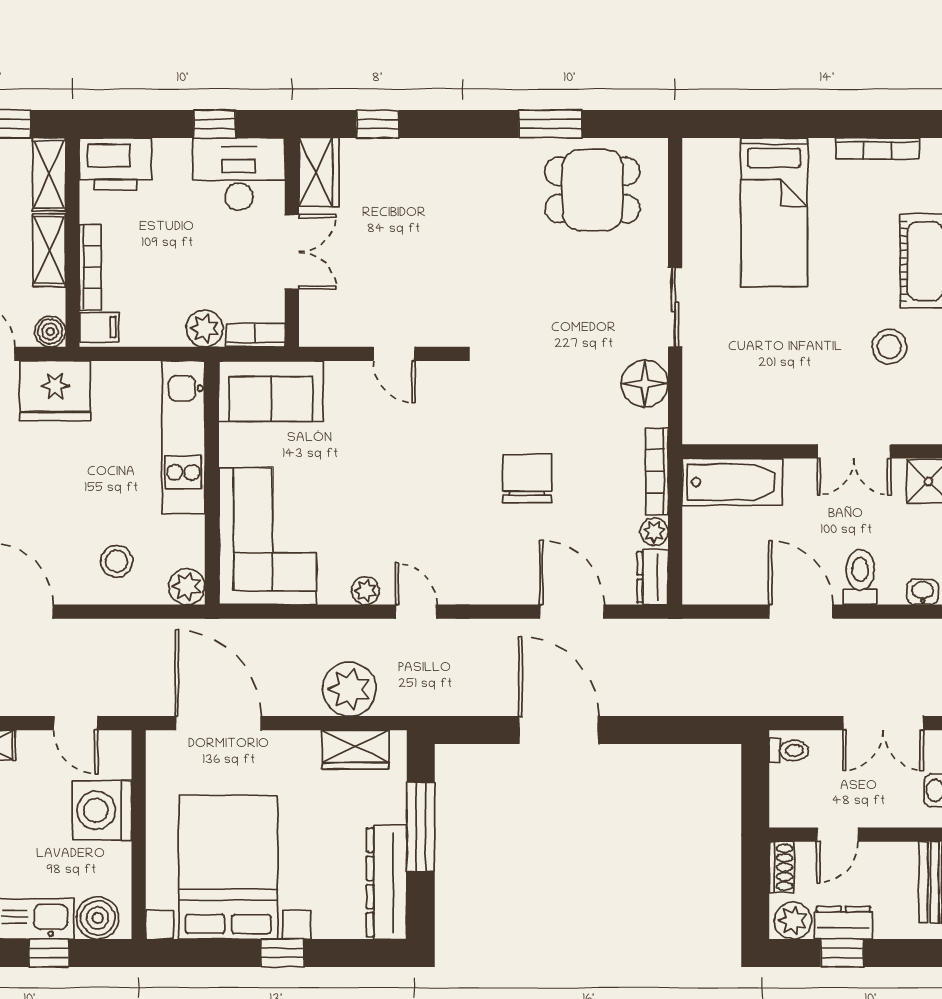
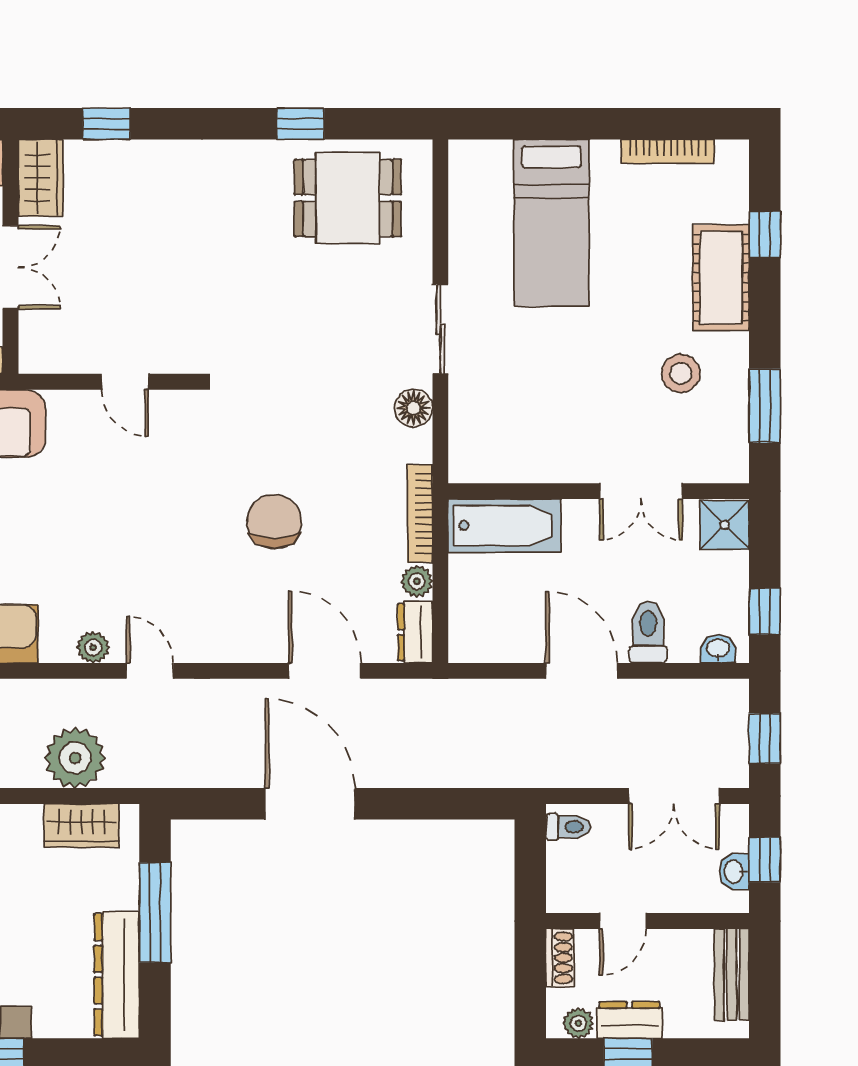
window: (550, 124) -> (300, 124), width x0.67
floor lamp: (645, 384) -> (414, 408), width x0.73, depth x0.73
plant: (793, 921) -> (578, 1023), width x0.73, depth x0.73

